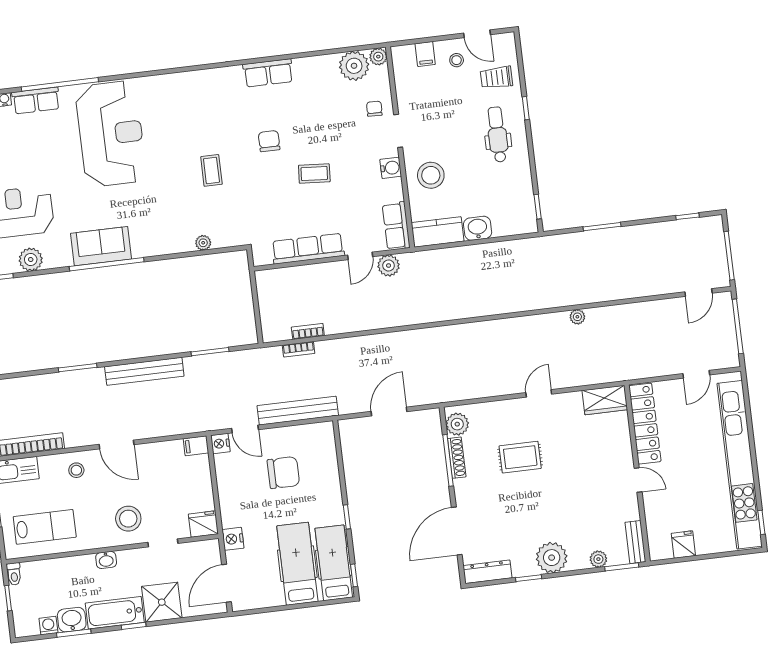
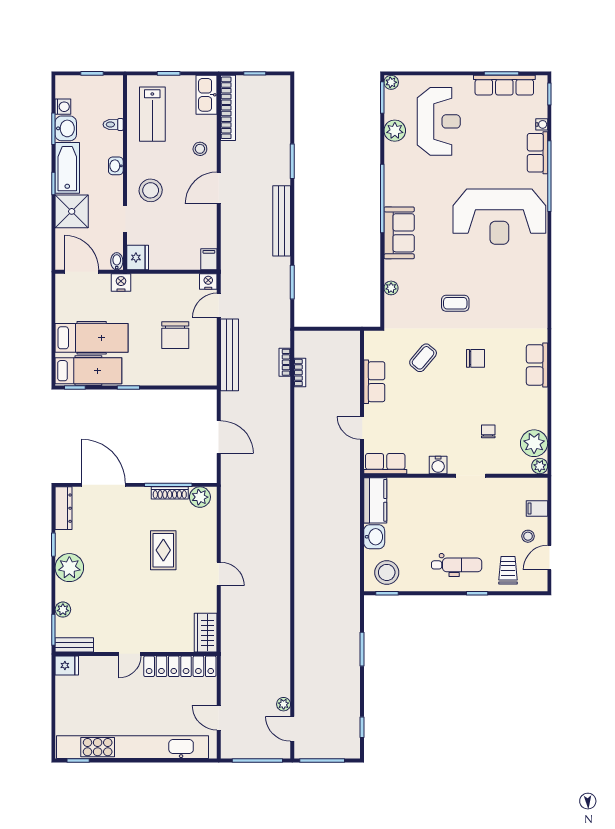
chair: (374, 109) -> (488, 431), moved, turned -92
coffee table: (314, 174) -> (423, 358), moved, turned 36
stool: (431, 175) -> (387, 572), moved
sofa: (101, 246) -> (399, 233), moved
row of seats: (308, 249) -> (374, 382), width x0.68
plant: (389, 266) -> (350, 452), removed
plant: (577, 317) -> (284, 704), moved
fridge: (683, 545) -> (67, 665), moved
bidet: (210, 546) -> (117, 261), added
toilet: (14, 574) -> (113, 125), moved

